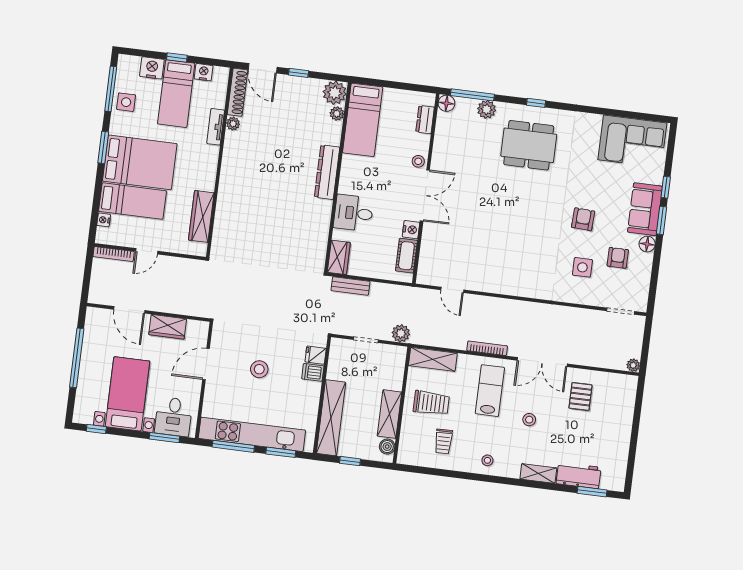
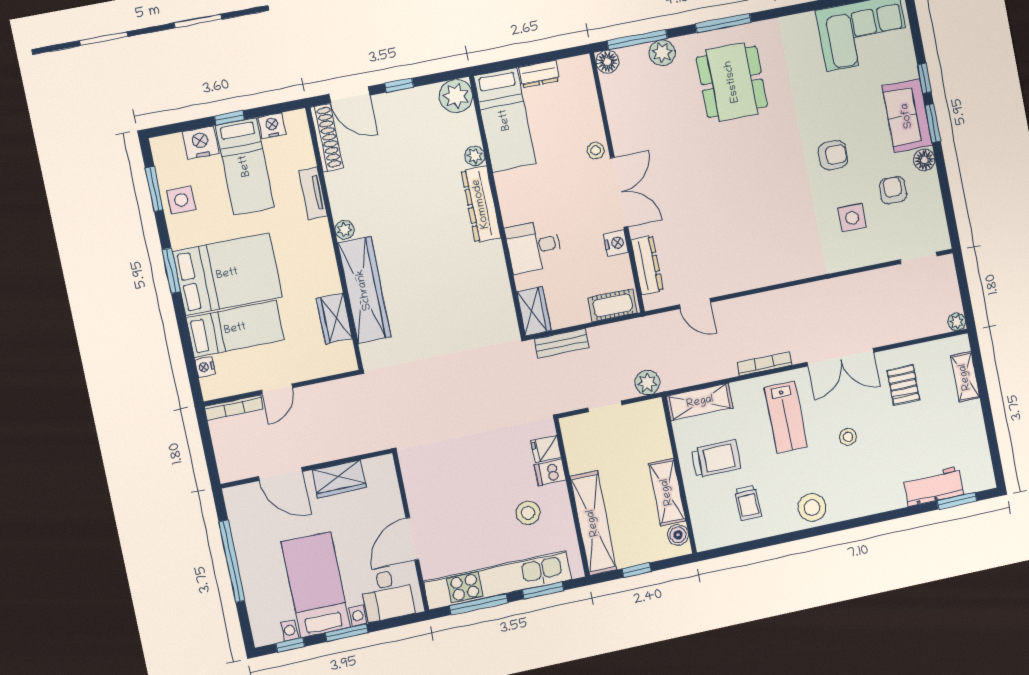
window: (111, 89) -> (154, 189), width x0.69
window: (536, 103) -> (723, 23), width x2.17
plant: (337, 114) -> (475, 156), moved
dresser: (425, 120) -> (539, 74), moved, turned -90
plant: (233, 124) -> (345, 230), moved
dining table: (529, 145) -> (732, 82), turned 90
wardrobe: (228, 204) -> (364, 290), added
wardrobe: (201, 216) -> (334, 318), width x0.67
armchair: (583, 219) -> (833, 155), turned 87
dresser: (428, 252) -> (647, 265), added
cot: (406, 256) -> (613, 305), moved, turned 90
door: (206, 364) -> (412, 539), moved
stool: (259, 369) -> (528, 513), moved
lab bench: (490, 391) -> (786, 417), turned 180
window: (164, 438) -> (347, 633), moved
stool: (487, 460) -> (812, 507), width x1.89, depth x1.89
shelving: (538, 473) -> (965, 377), moved, turned 90

